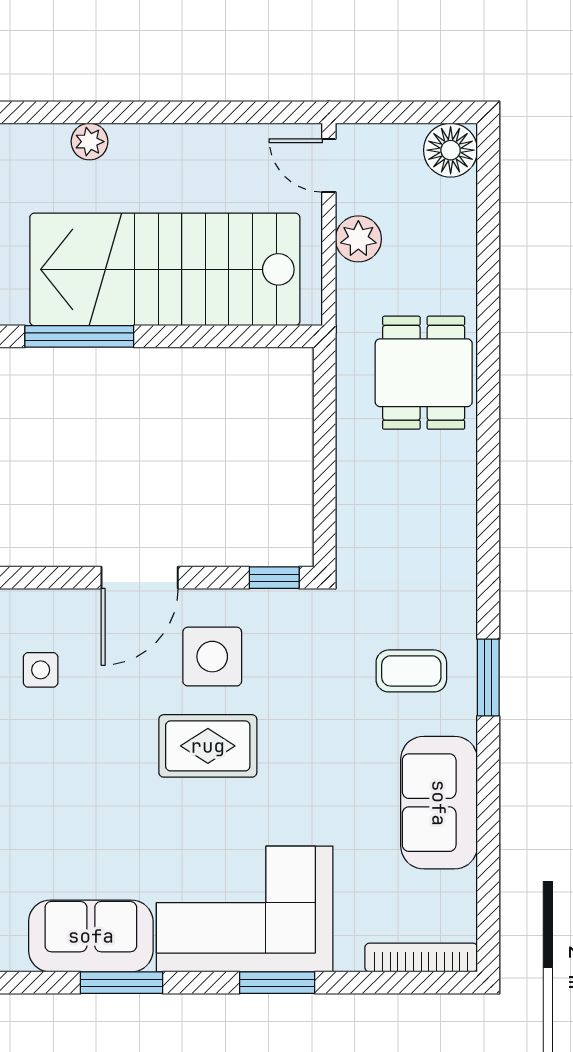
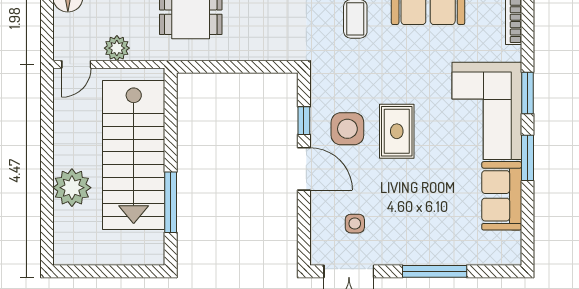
plant: (90, 142) -> (72, 188), width x1.88, depth x1.88
window: (274, 578) -> (304, 121), moved
window: (122, 983) -> (528, 158), moved

